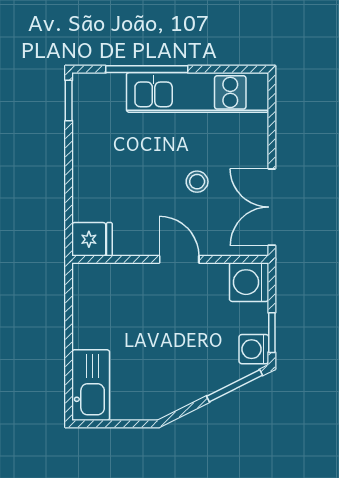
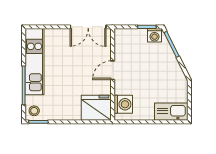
stool: (197, 182) -> (34, 111), moved
fridge: (92, 239) -> (96, 108), width x1.88, depth x1.34
washing machine: (249, 282) -> (123, 104), moved, turned -90

